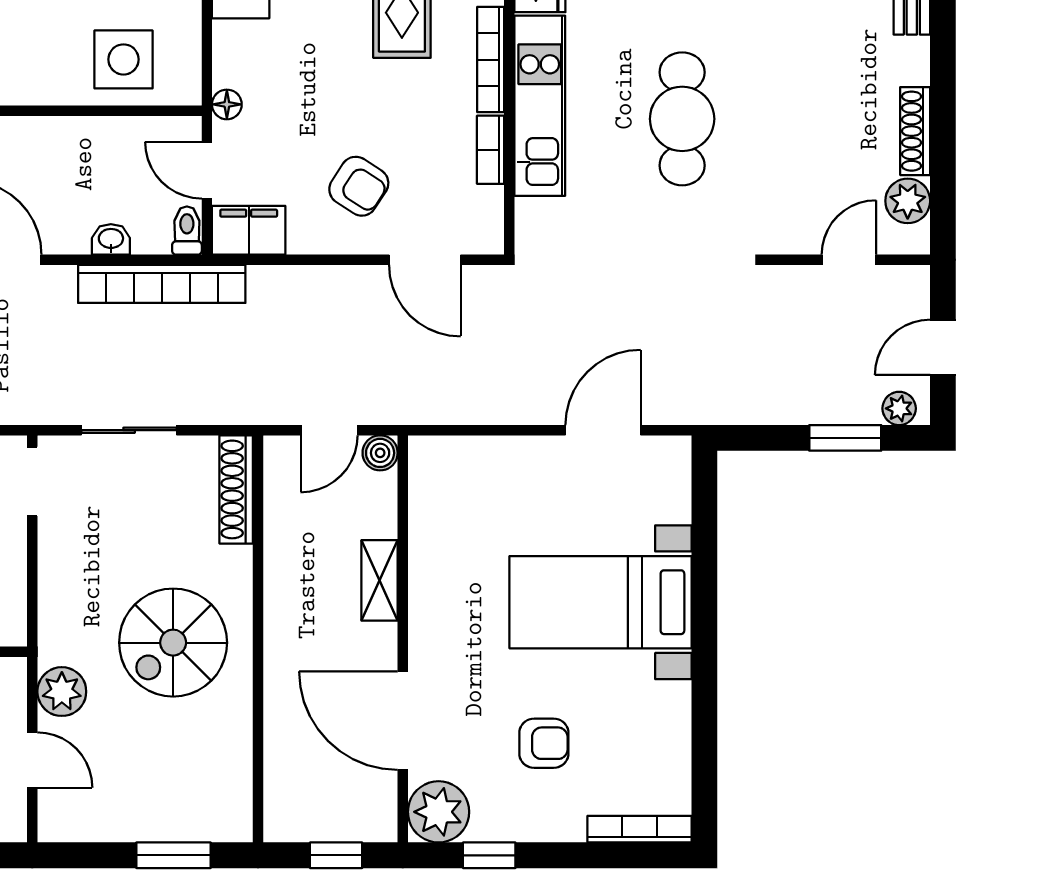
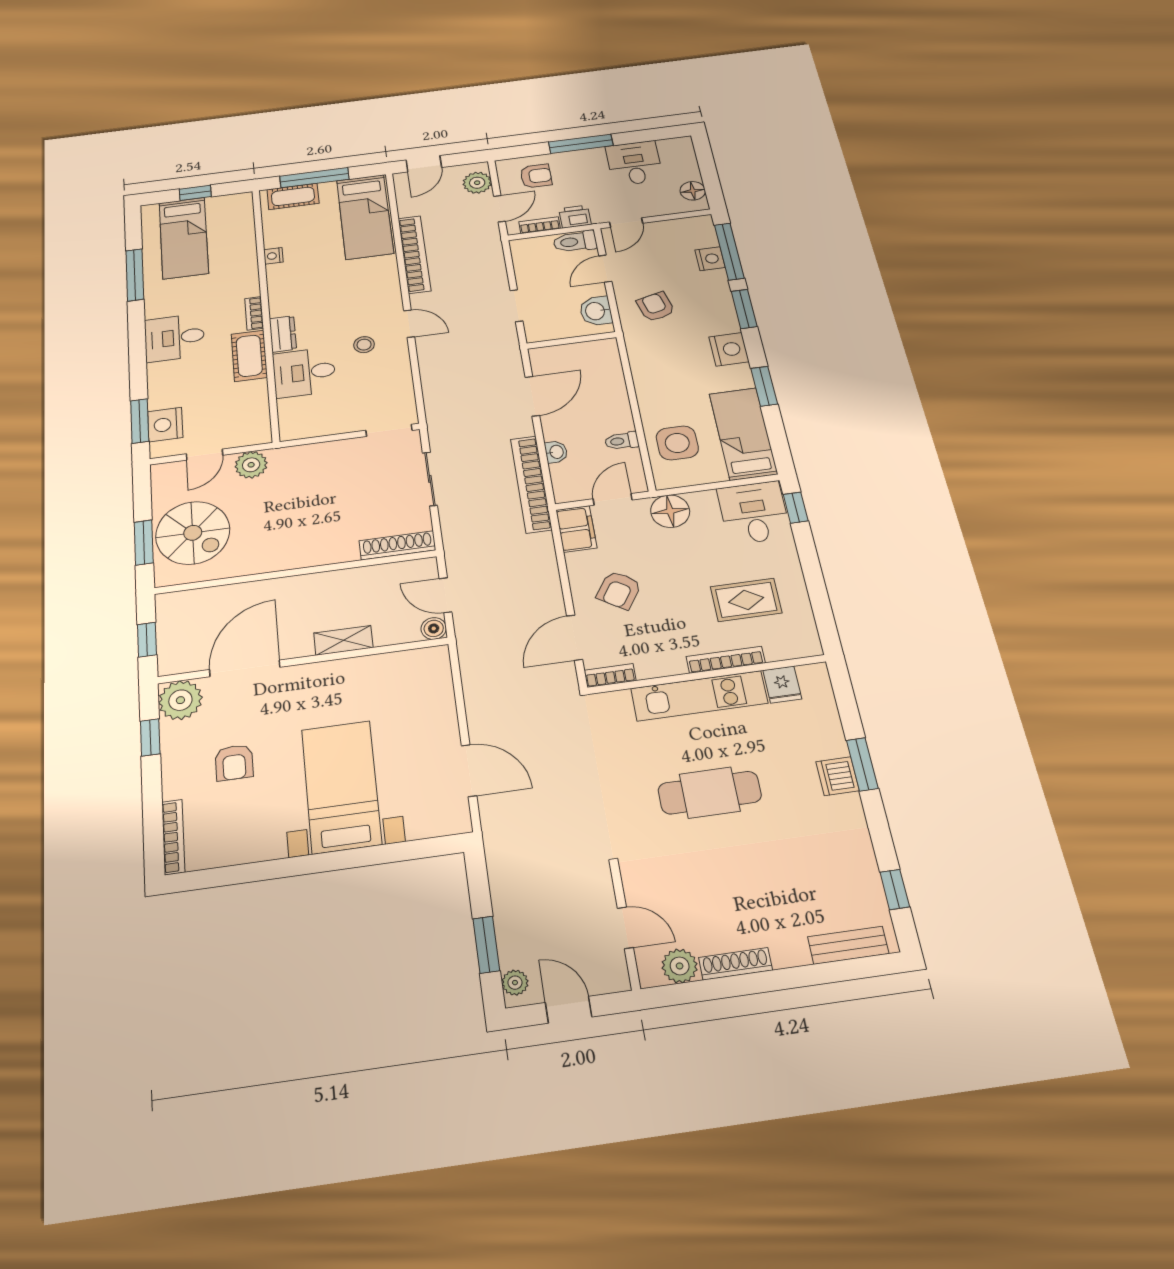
floor lamp: (227, 104) -> (670, 511), width x1.89, depth x1.89
bookcase: (491, 150) -> (610, 675), moved
toilet: (187, 231) -> (622, 441), moved, turned 180
spiral stairs: (173, 643) -> (193, 533), moved, turned 180

